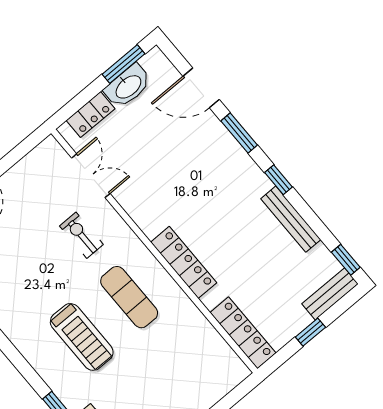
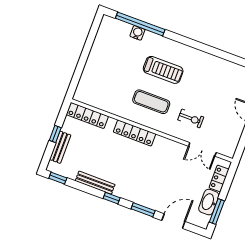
bench: (330, 294) -> (60, 147), moved
treadmill: (82, 337) -> (163, 70), turned 180

